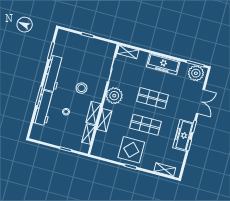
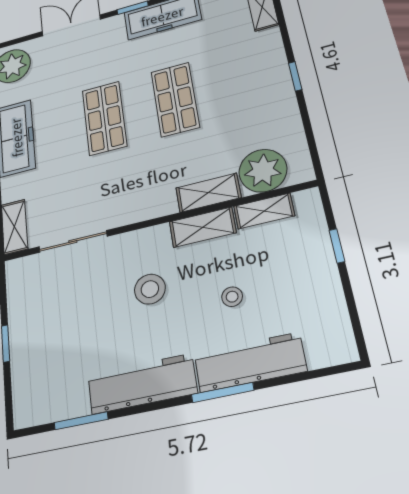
plant: (114, 96) -> (263, 171), moved
display table: (131, 150) -> (252, 96), removed

